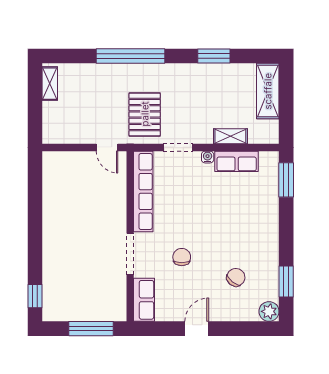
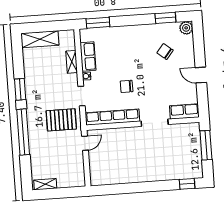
window: (214, 56) -> (20, 89), moved
chair: (182, 257) -> (127, 86), moved

